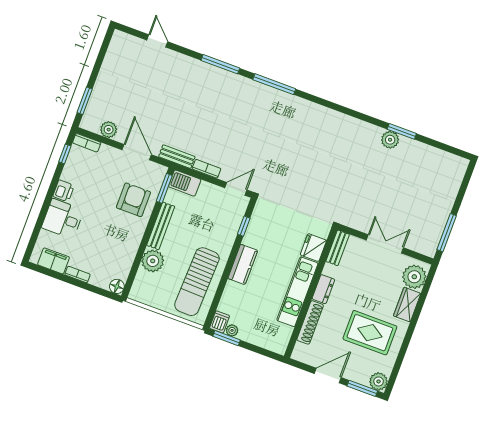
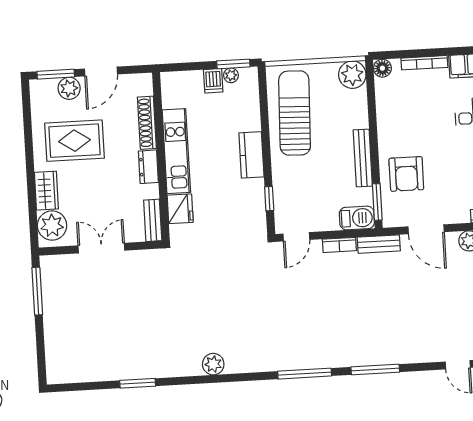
plant: (390, 140) -> (213, 364), moved
double door: (385, 244) -> (101, 248), swing flipped
plant: (153, 261) -> (352, 75), moved
bookcase: (77, 274) -> (424, 63), width x1.56
dishwasher: (220, 322) -> (213, 81), moved
plant: (379, 381) -> (69, 88), moved

